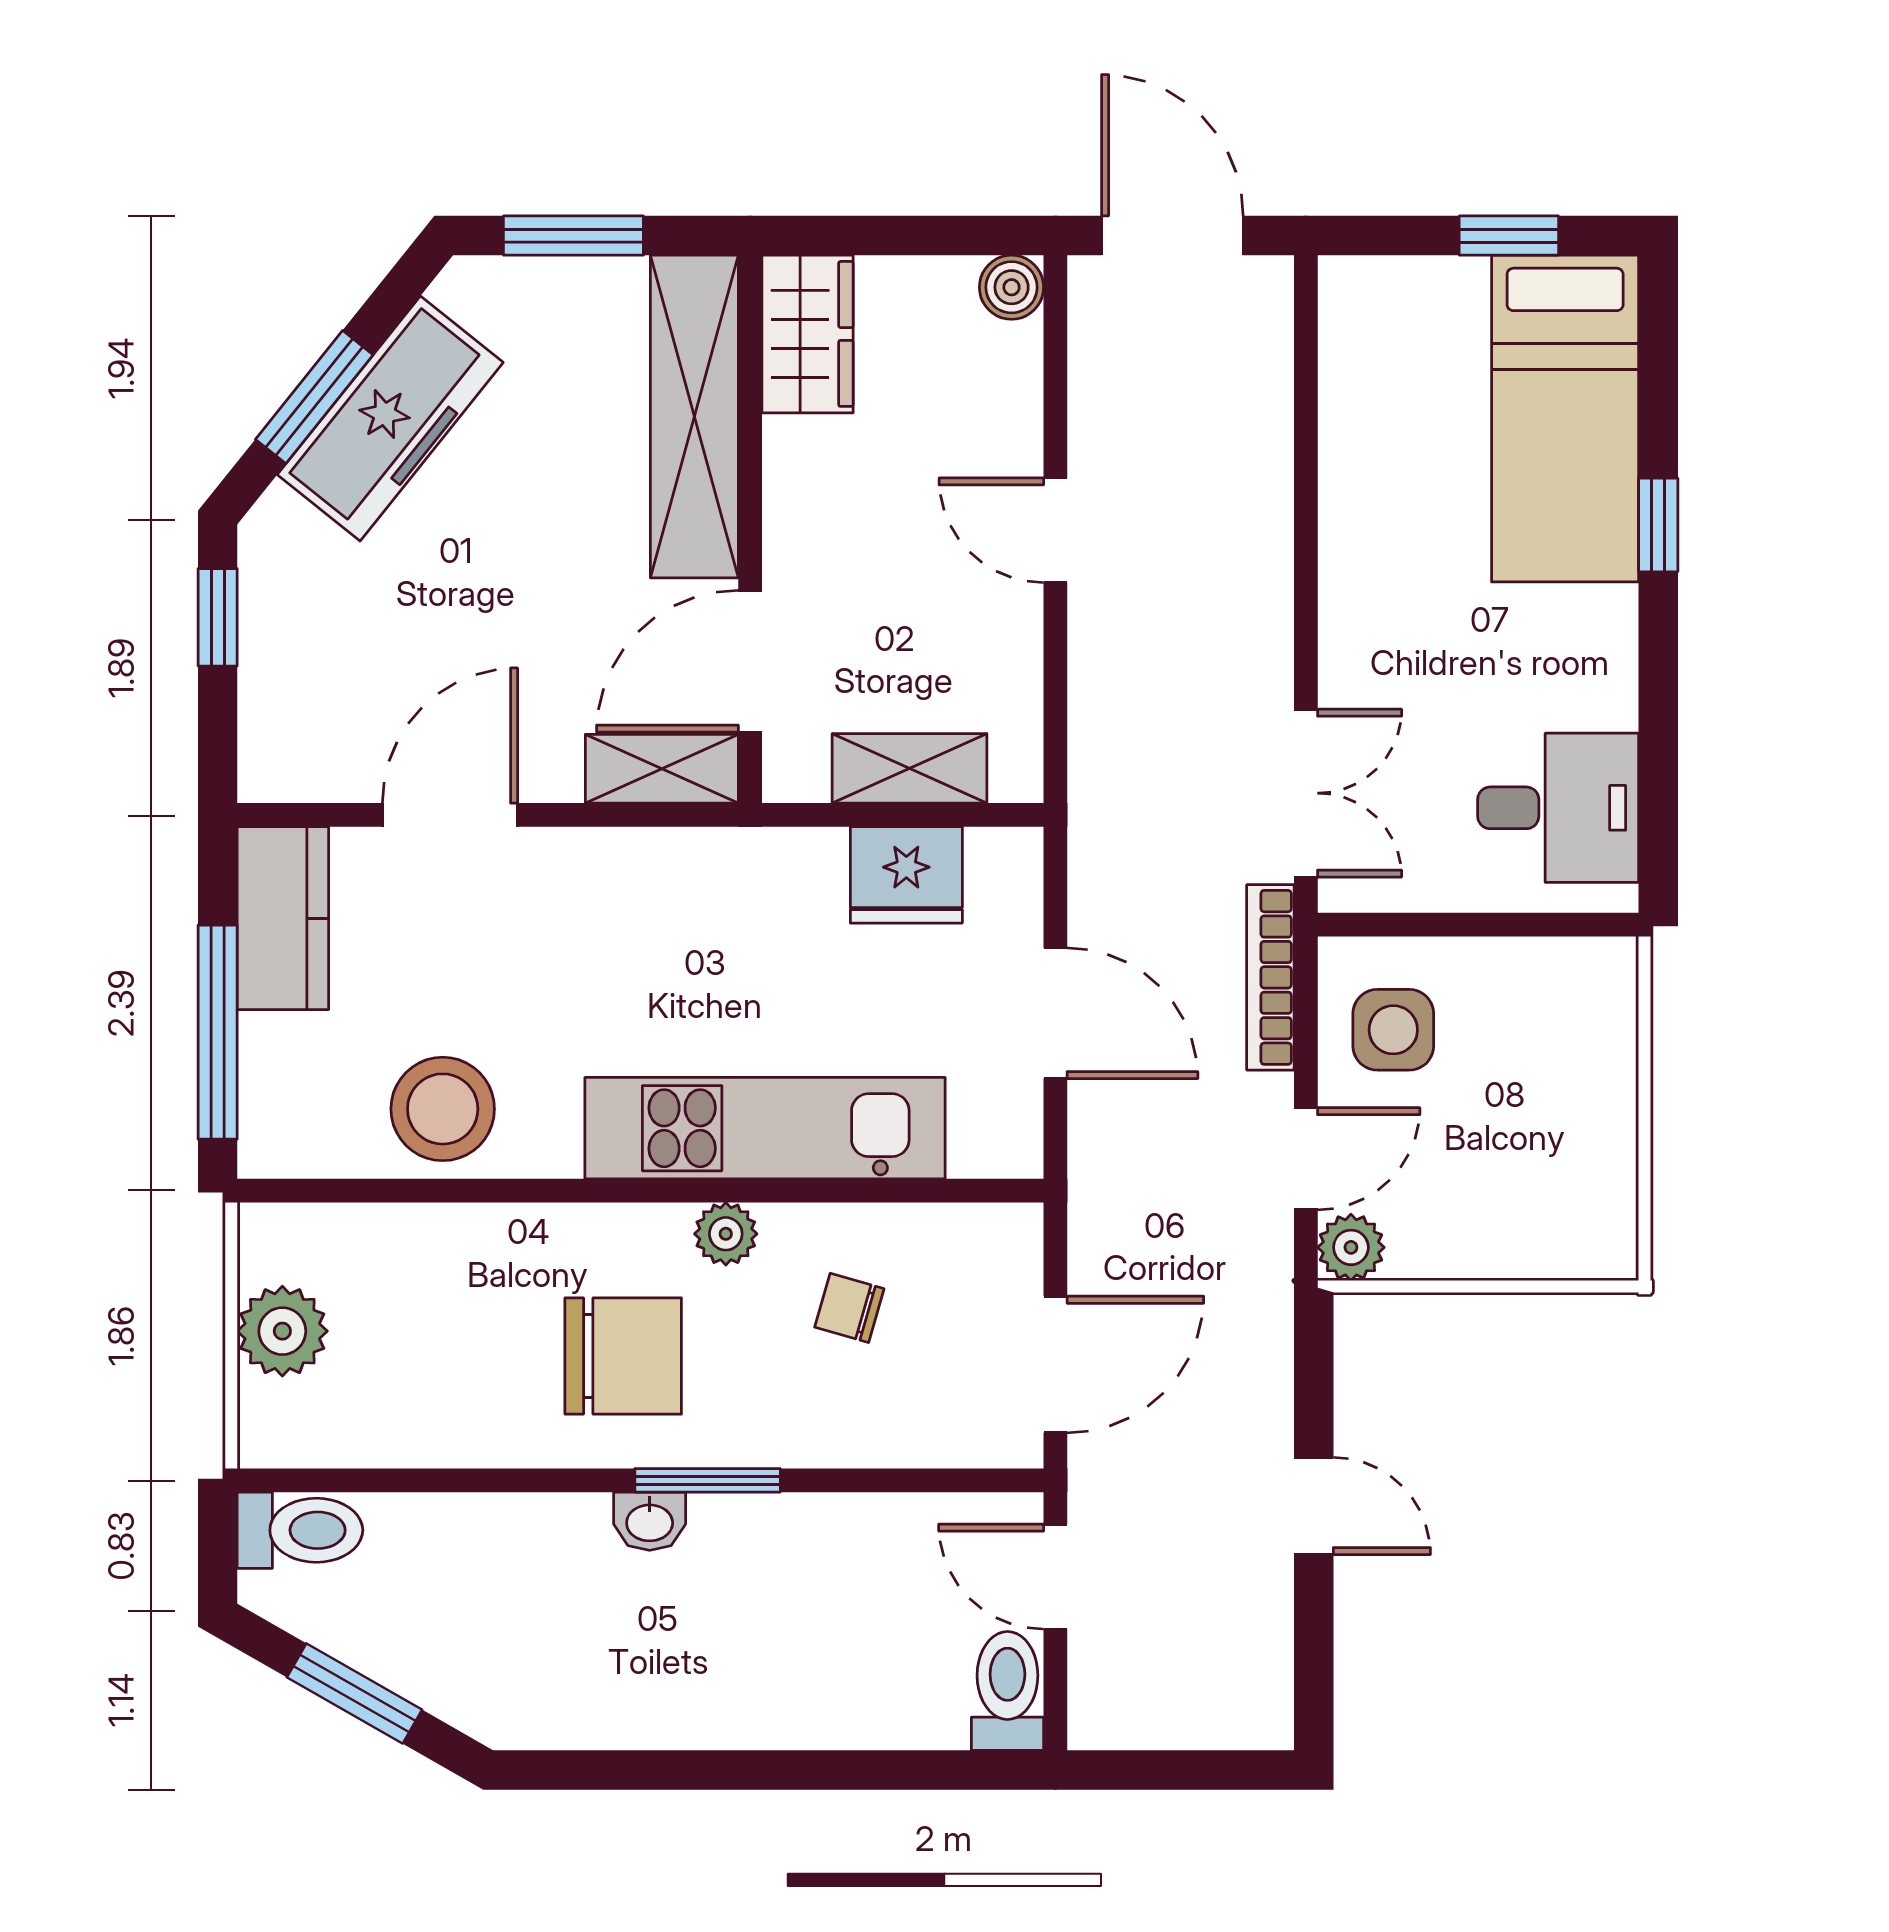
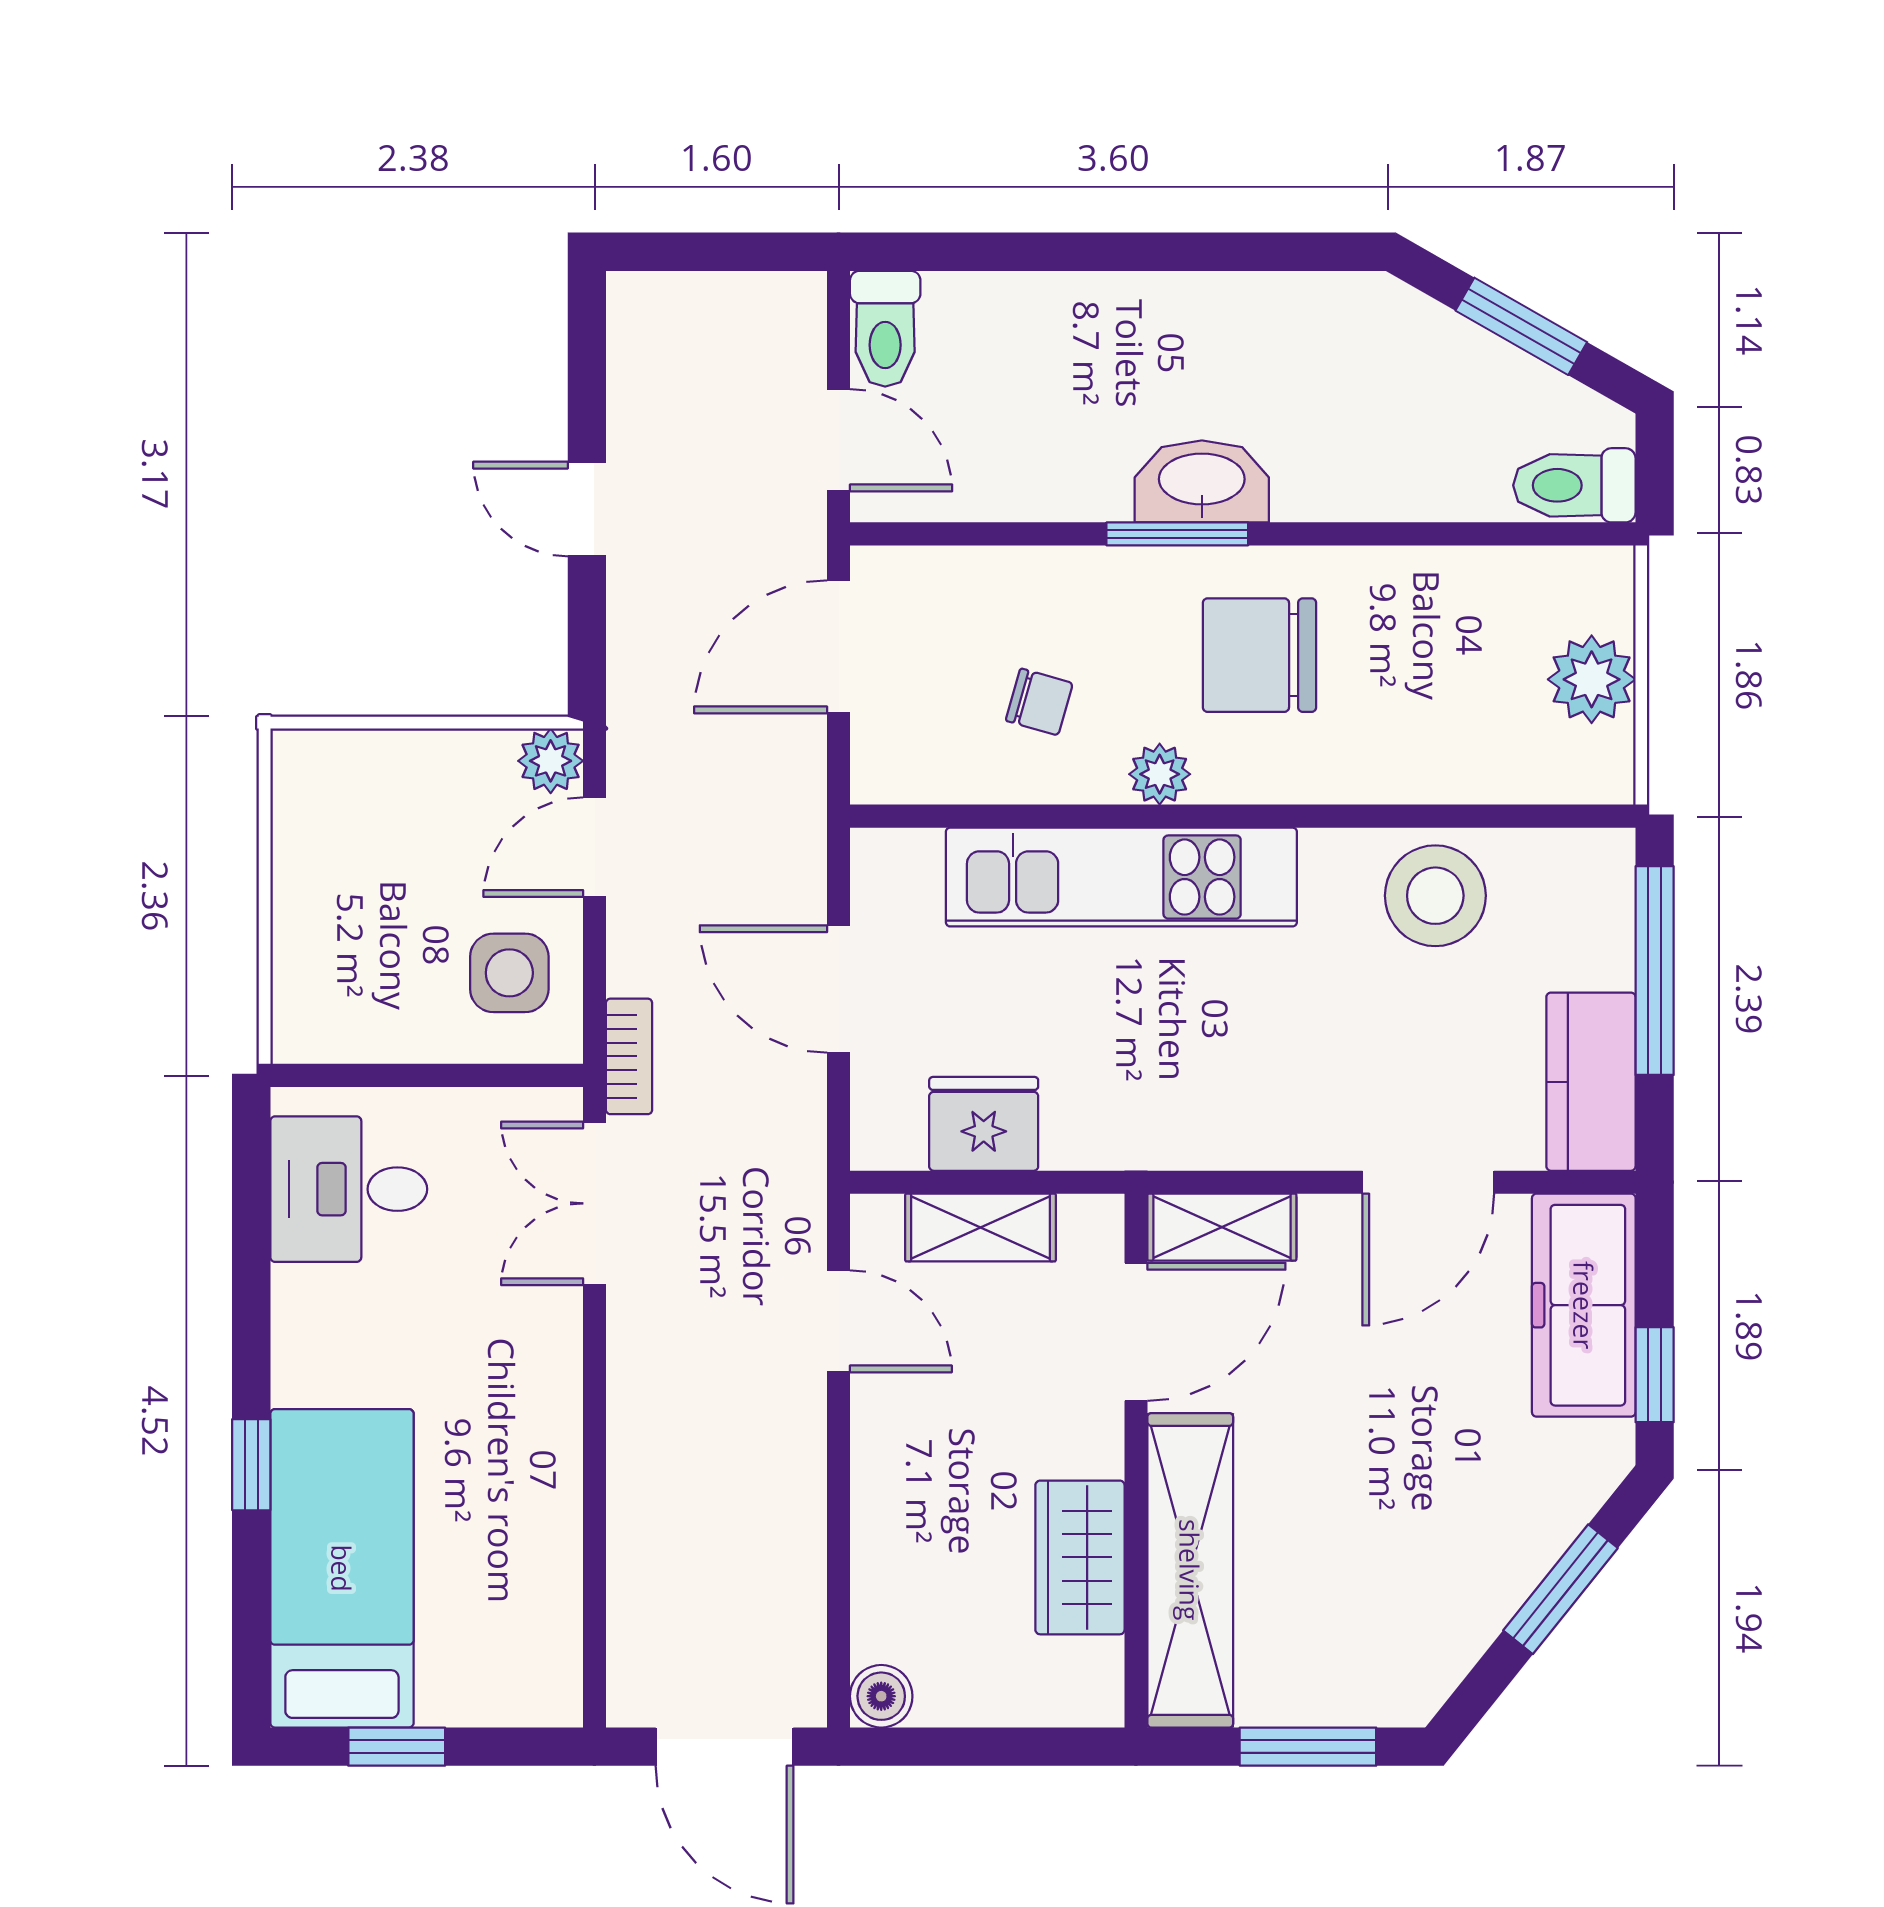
wardrobe: (807, 334) -> (1080, 1557), moved
freezer: (390, 419) -> (1584, 1305), moved, turned -39
door: (1055, 530) -> (839, 1321), moved
bookcase: (1270, 977) -> (629, 1056), width x0.64
washbasin: (650, 1521) -> (1202, 481), width x1.91, depth x1.45

